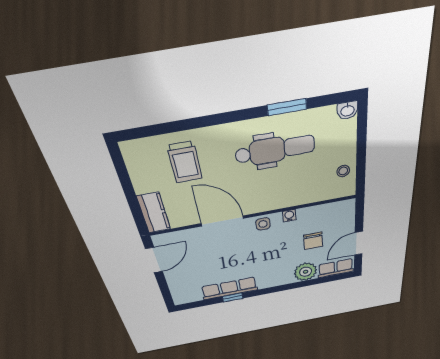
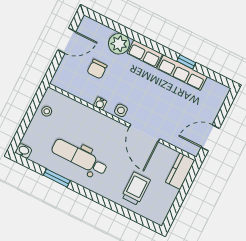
chair: (313, 241) -> (97, 69), turned 180
row of seats: (336, 268) -> (145, 54), moved

